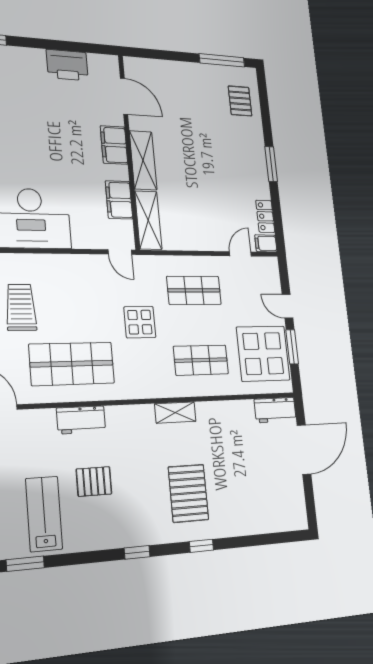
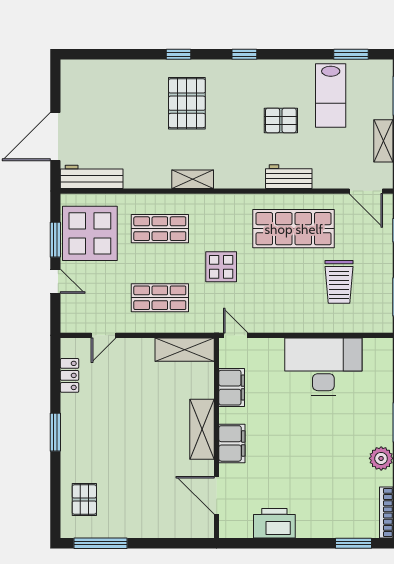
shelving: (148, 220) -> (185, 350), moved, turned 90
filing cabinet: (266, 243) -> (72, 347), removed
workbench: (275, 410) -> (92, 177), width x1.37

